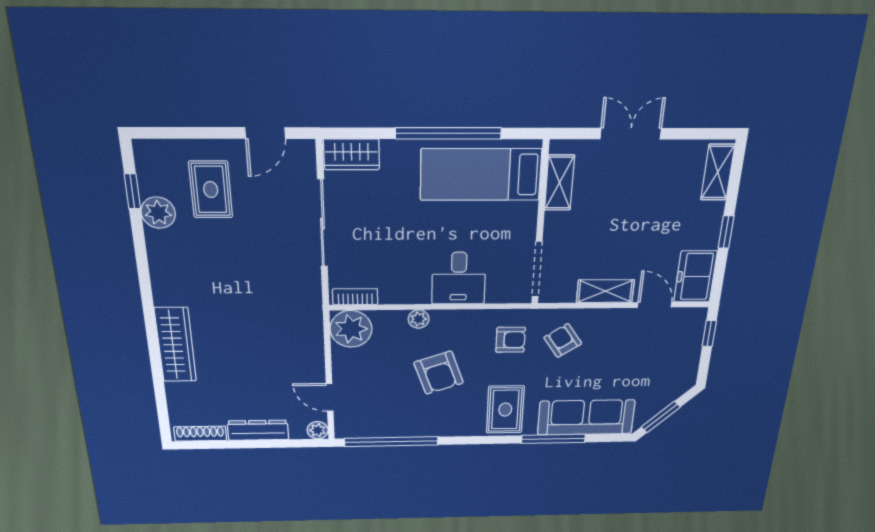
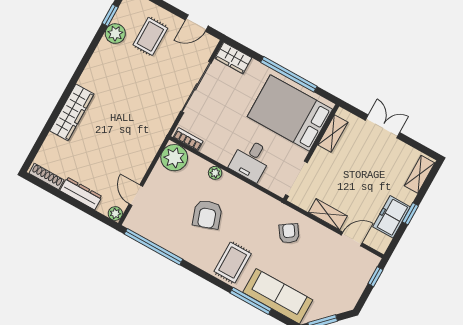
bed: (481, 175) -> (290, 113), width x1.50
freezer: (695, 277) -> (392, 217), moved
door: (655, 305) -> (352, 239), hinge flipped
armchair: (511, 340) -> (260, 216), removed

